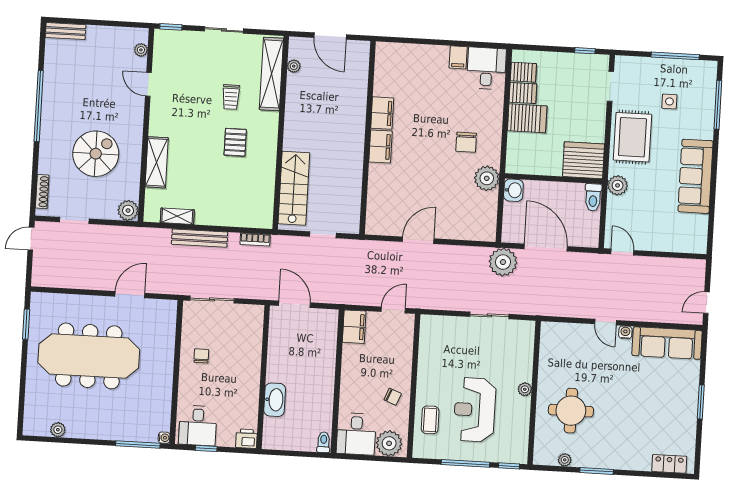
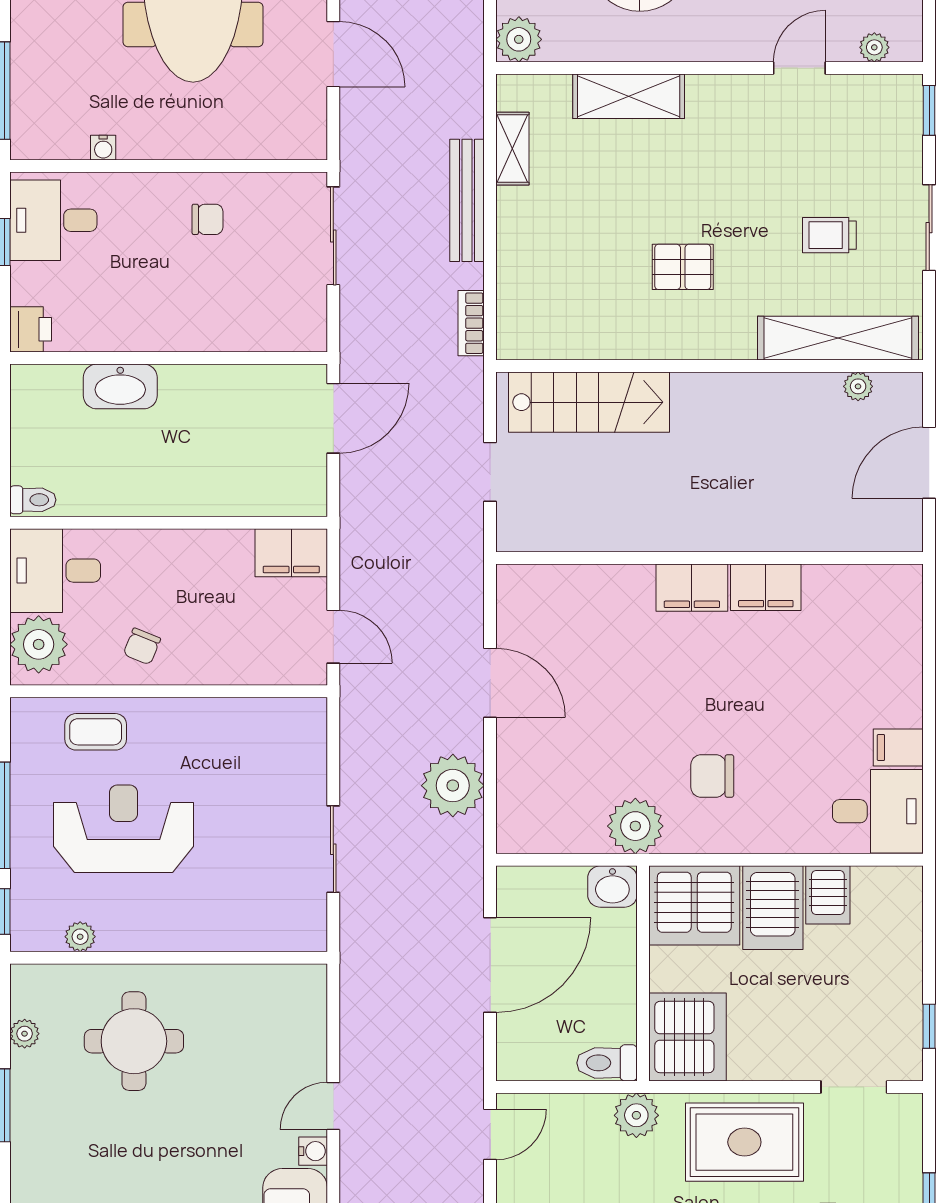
server rack: (523, 72) -> (694, 905), moved, width x2.18, depth x1.44
trolley: (231, 97) -> (829, 235), moved
plant: (503, 262) -> (453, 786), moved
plant: (525, 389) -> (80, 937), moved
water cooler: (164, 438) -> (103, 148), moved

